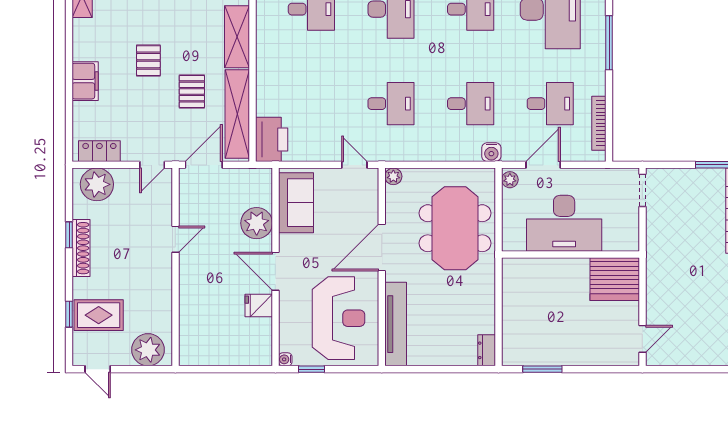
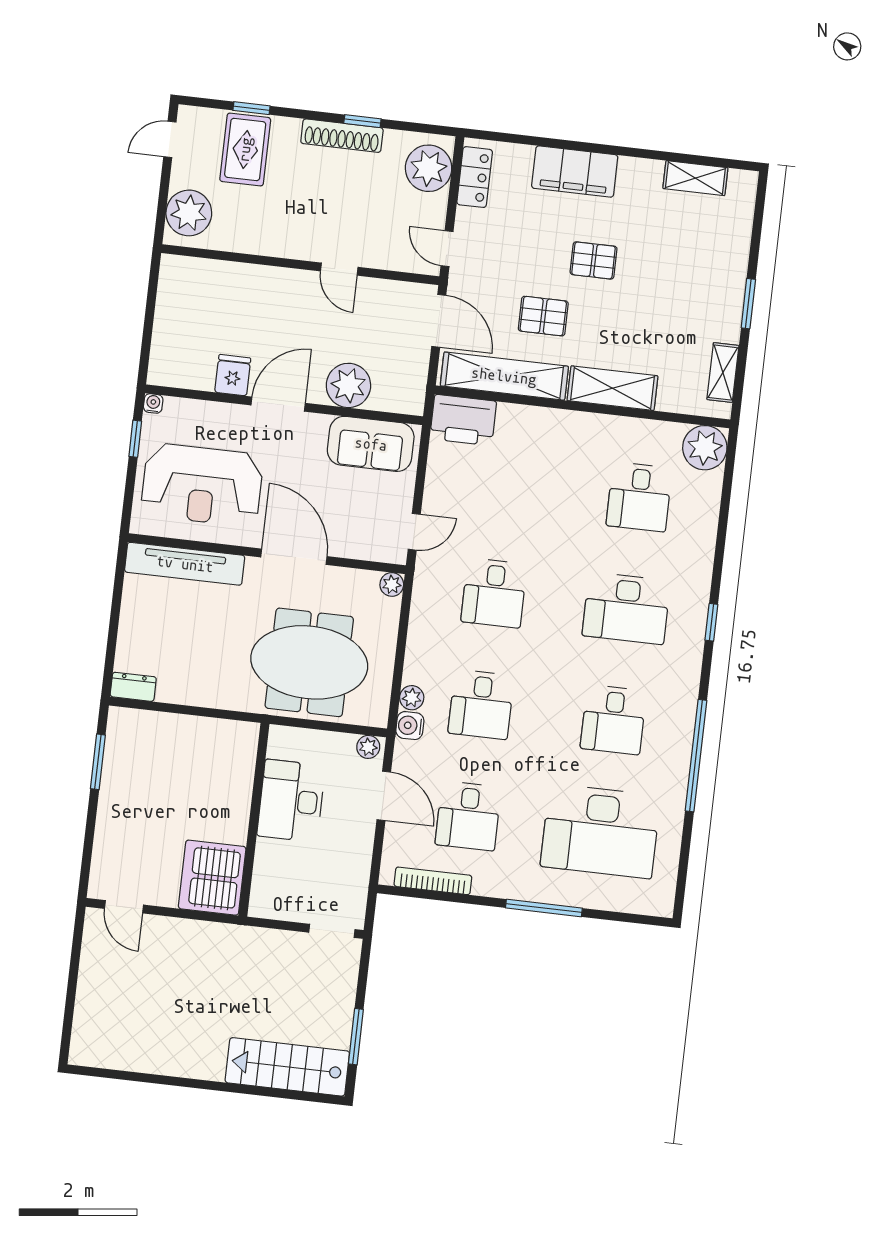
filing cabinet: (85, 81) -> (575, 172), width x1.50, depth x1.17
plant: (472, 153) -> (412, 698), added
desk: (564, 223) -> (291, 801), width x0.73, depth x0.77

